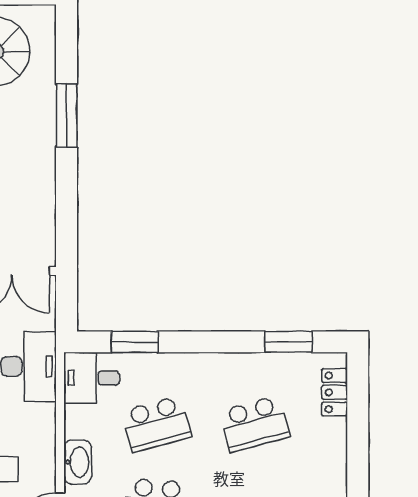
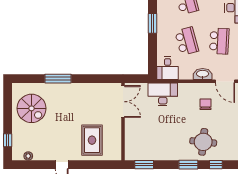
window: (135, 342) -> (152, 23), moved

